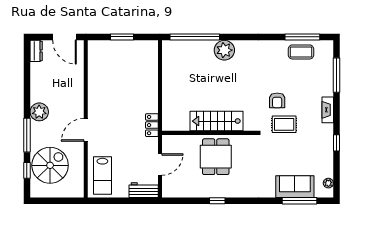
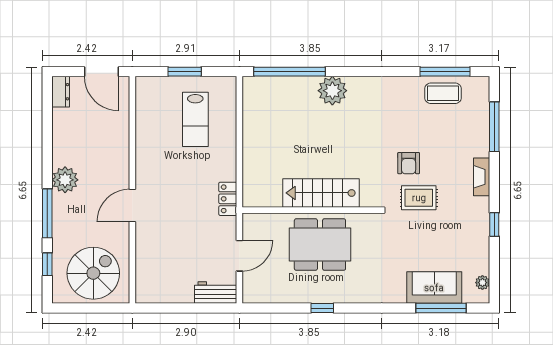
dining table: (216, 157) -> (320, 245), width x1.38
spiral stairs: (50, 165) -> (93, 273), moved
lab bench: (102, 176) -> (195, 119), moved

